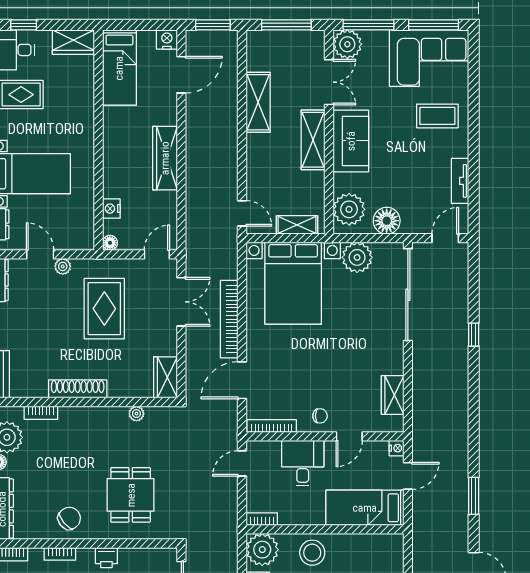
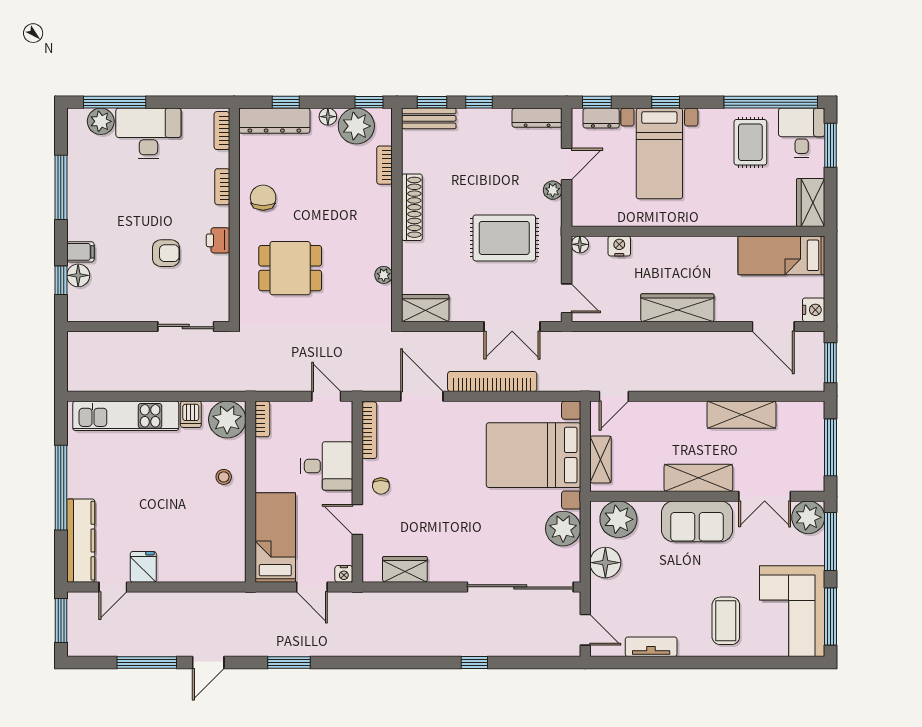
window: (24, 25) -> (830, 145), width x1.50
chair: (69, 518) -> (263, 198), turned -141
stool: (312, 553) -> (224, 477), width x0.53, depth x0.53

